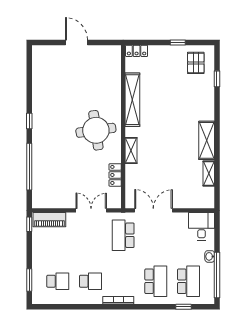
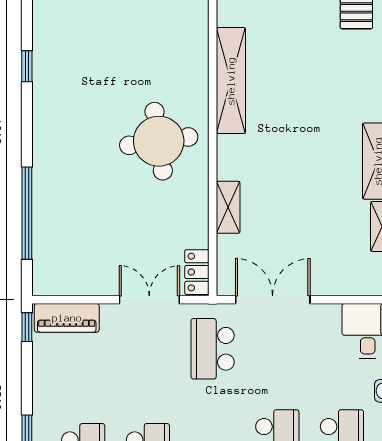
window: (29, 121) -> (27, 66), moved
shelving: (131, 151) -> (228, 207), moved
locker: (115, 175) -> (197, 272), moved

